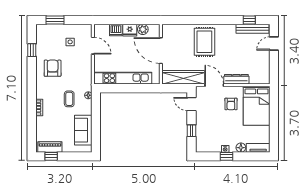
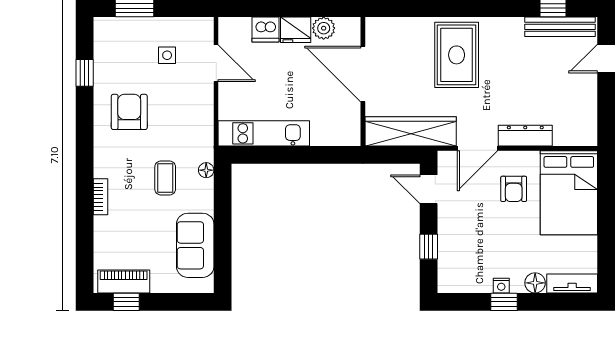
kitchen unit: (123, 78) -> (264, 133), width x0.73
door: (214, 85) -> (478, 148), swing flipped

